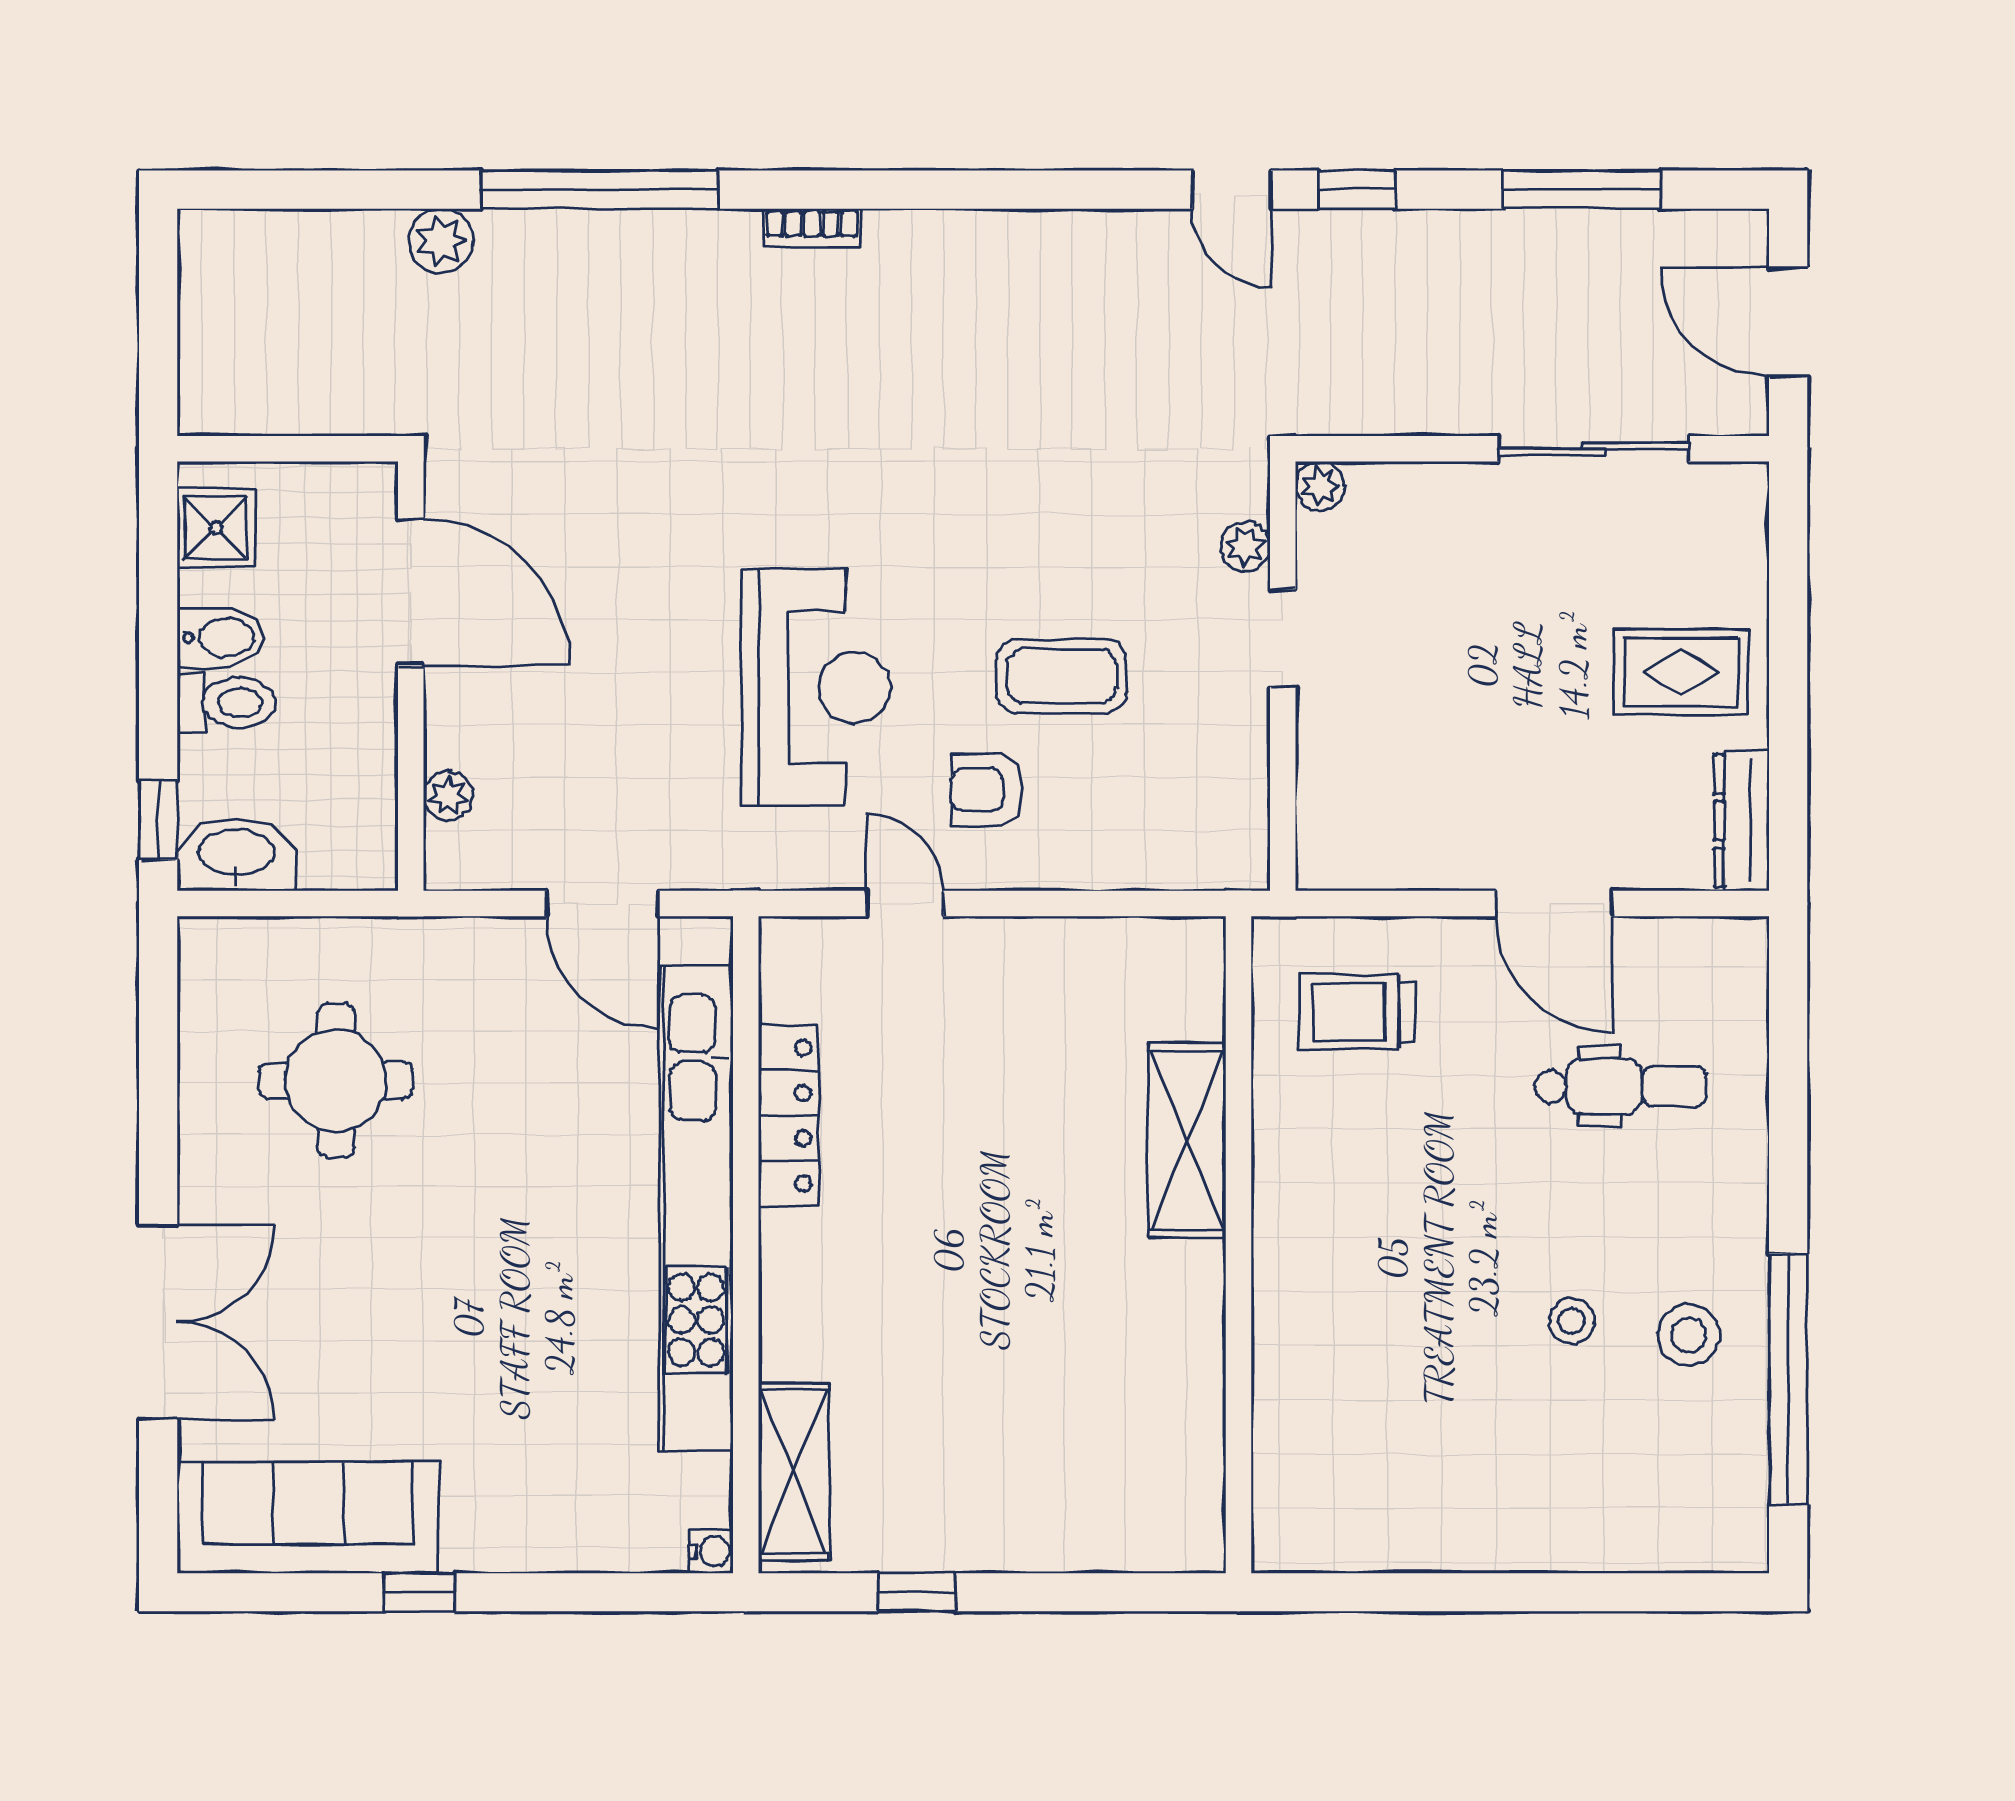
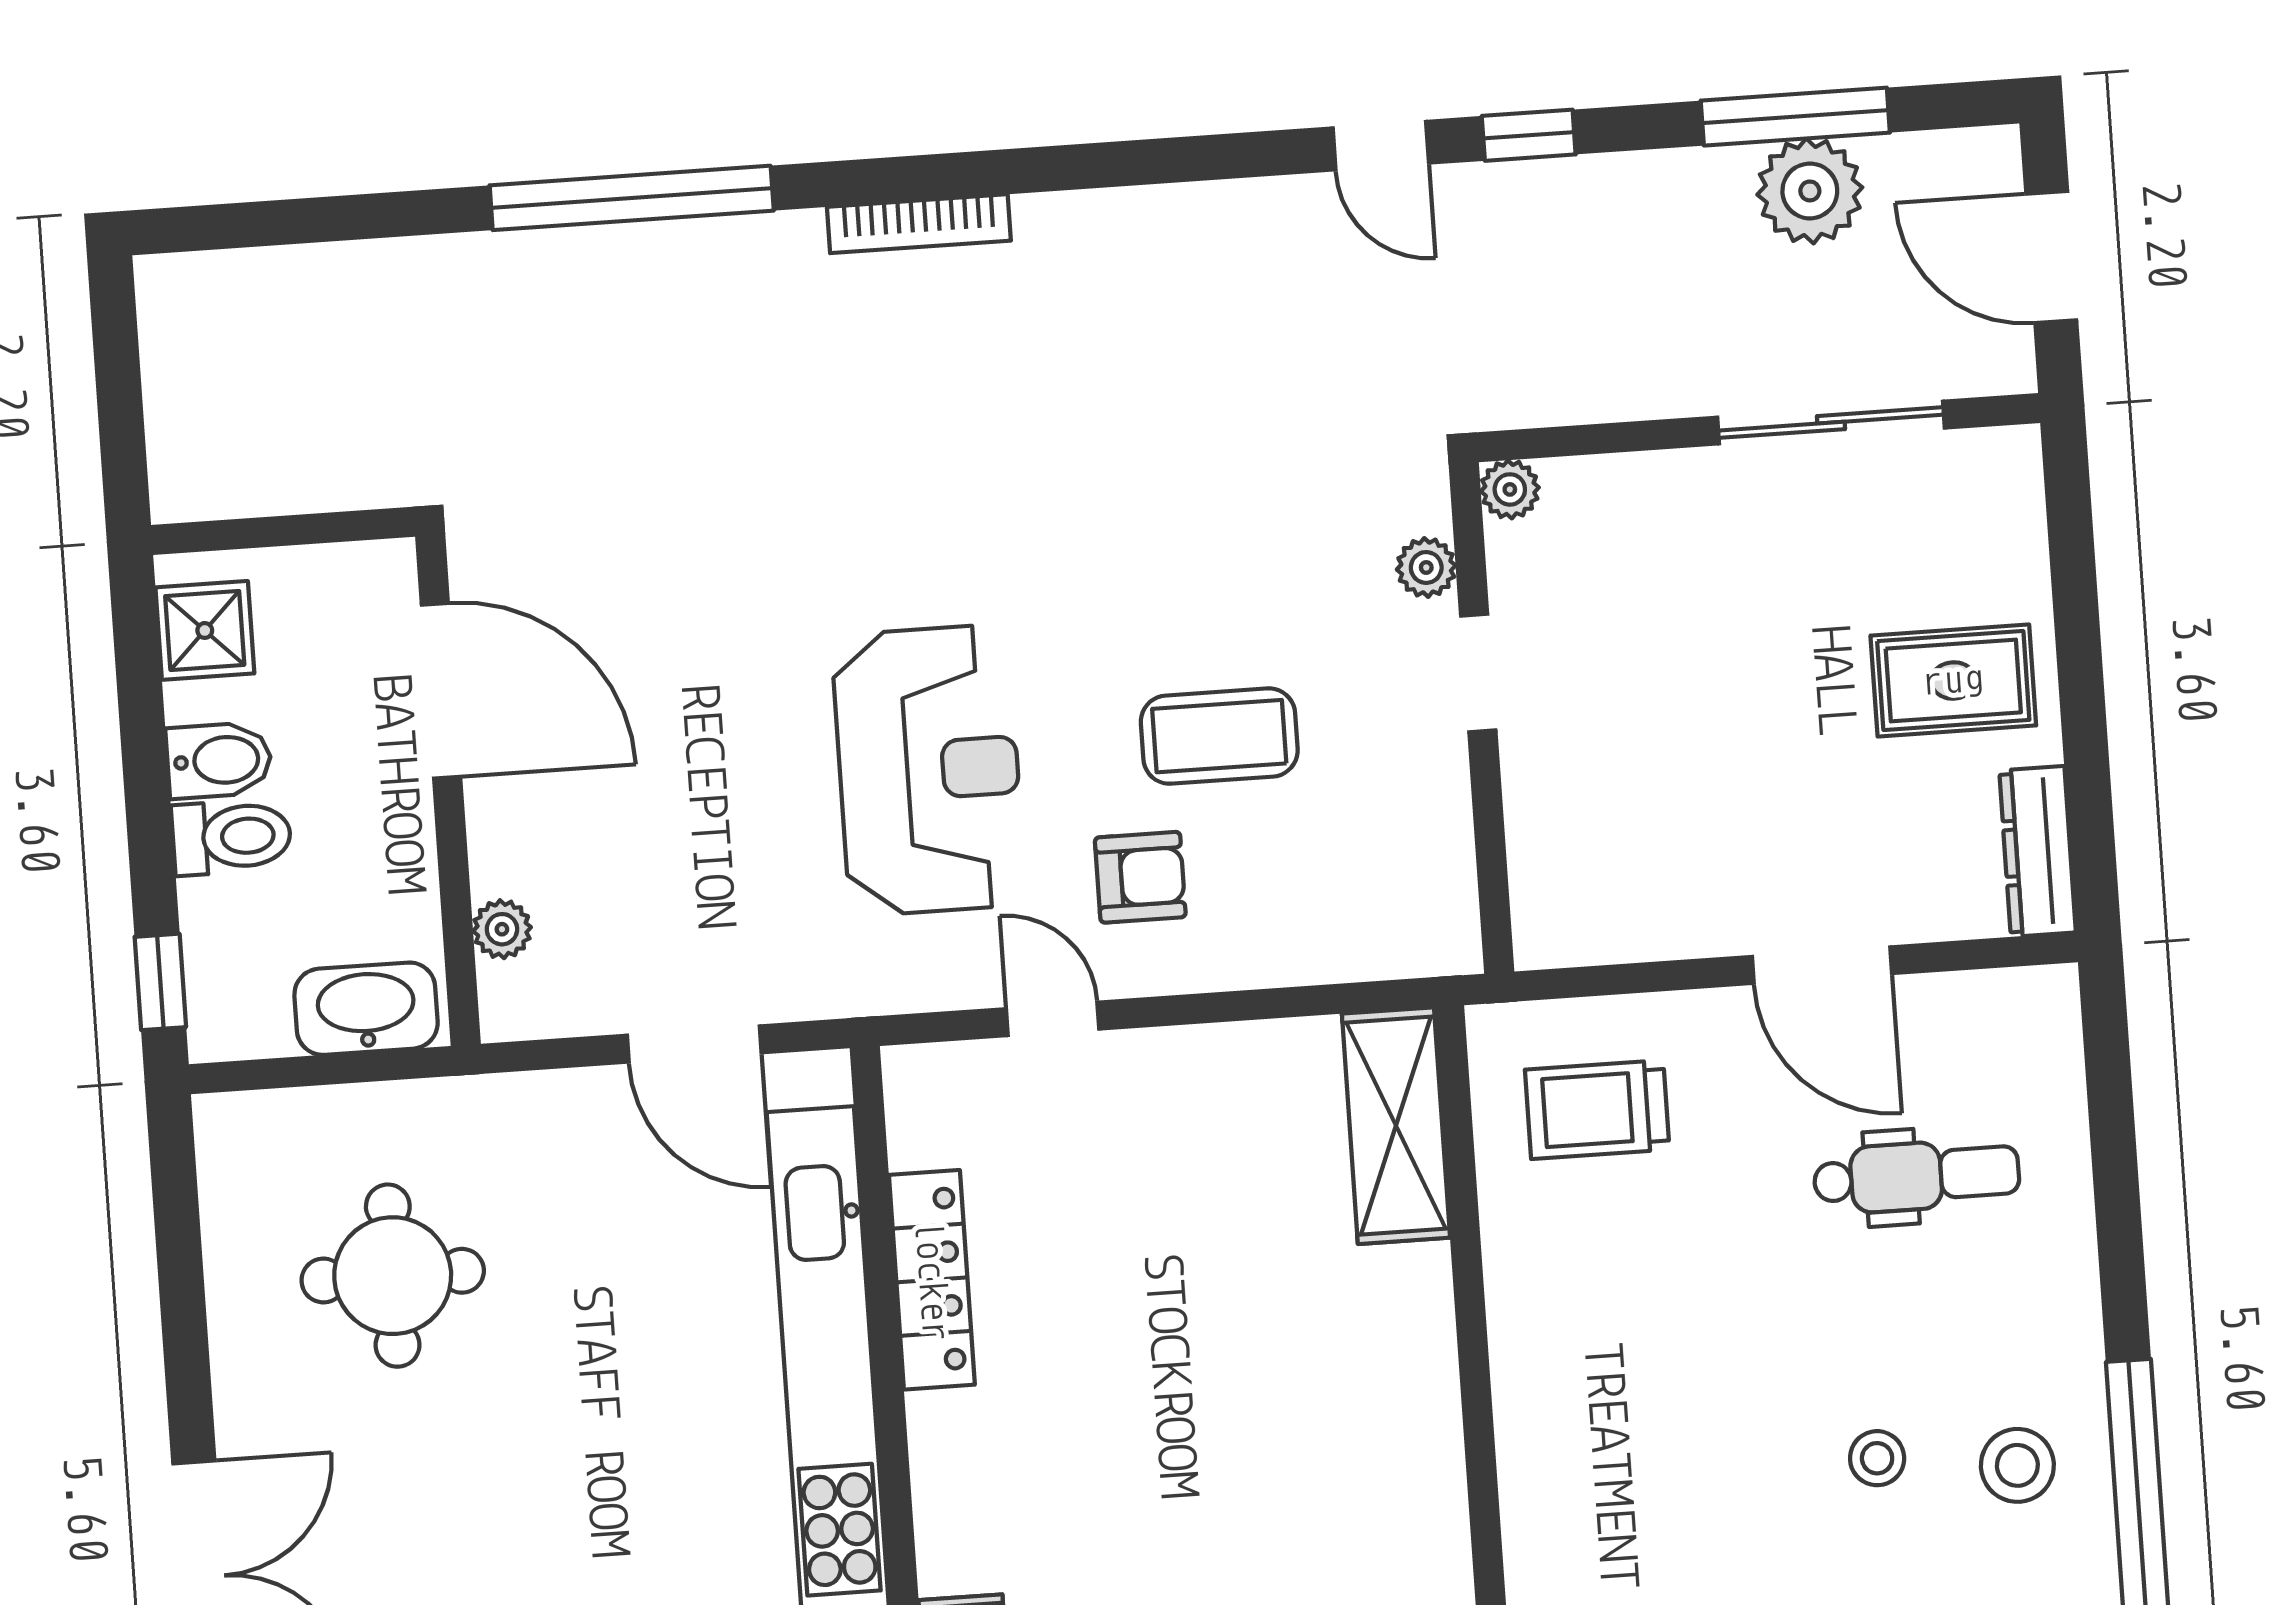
bookcase: (812, 228) -> (919, 224), width x1.56
plant: (441, 241) -> (1810, 191), moved, width x1.36, depth x1.36
armchair: (987, 790) -> (1140, 877), turned 180
washbasin: (236, 855) -> (366, 1009), moved
shelving: (1187, 1140) -> (1396, 1126), moved

